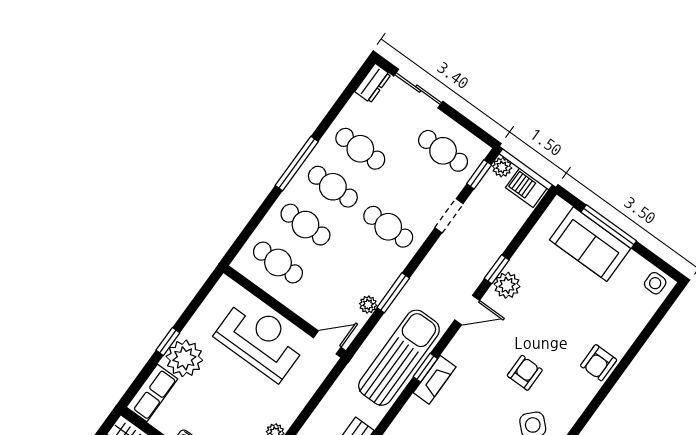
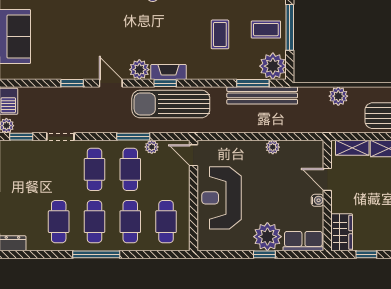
cafe table: (443, 151) -> (130, 169), moved
plant: (507, 285) -> (139, 70), moved
armchair: (525, 373) -> (124, 19), removed

